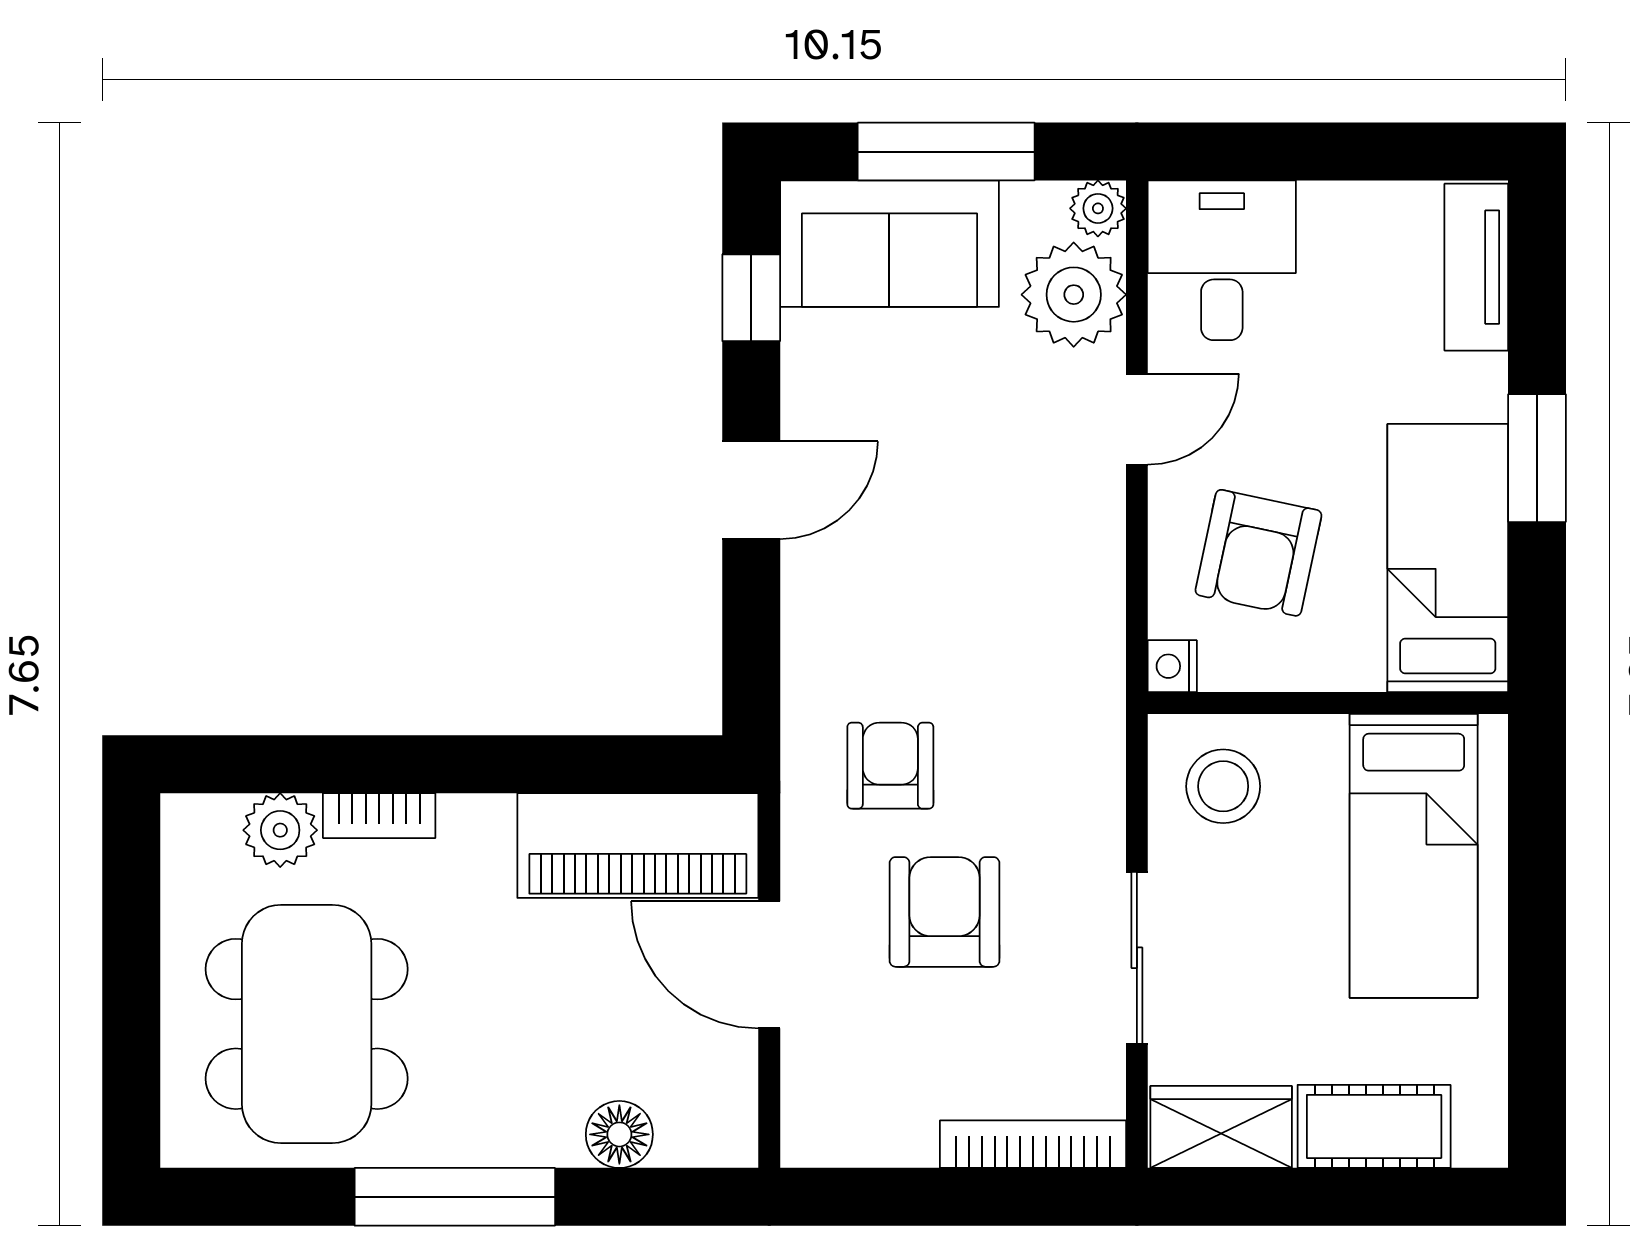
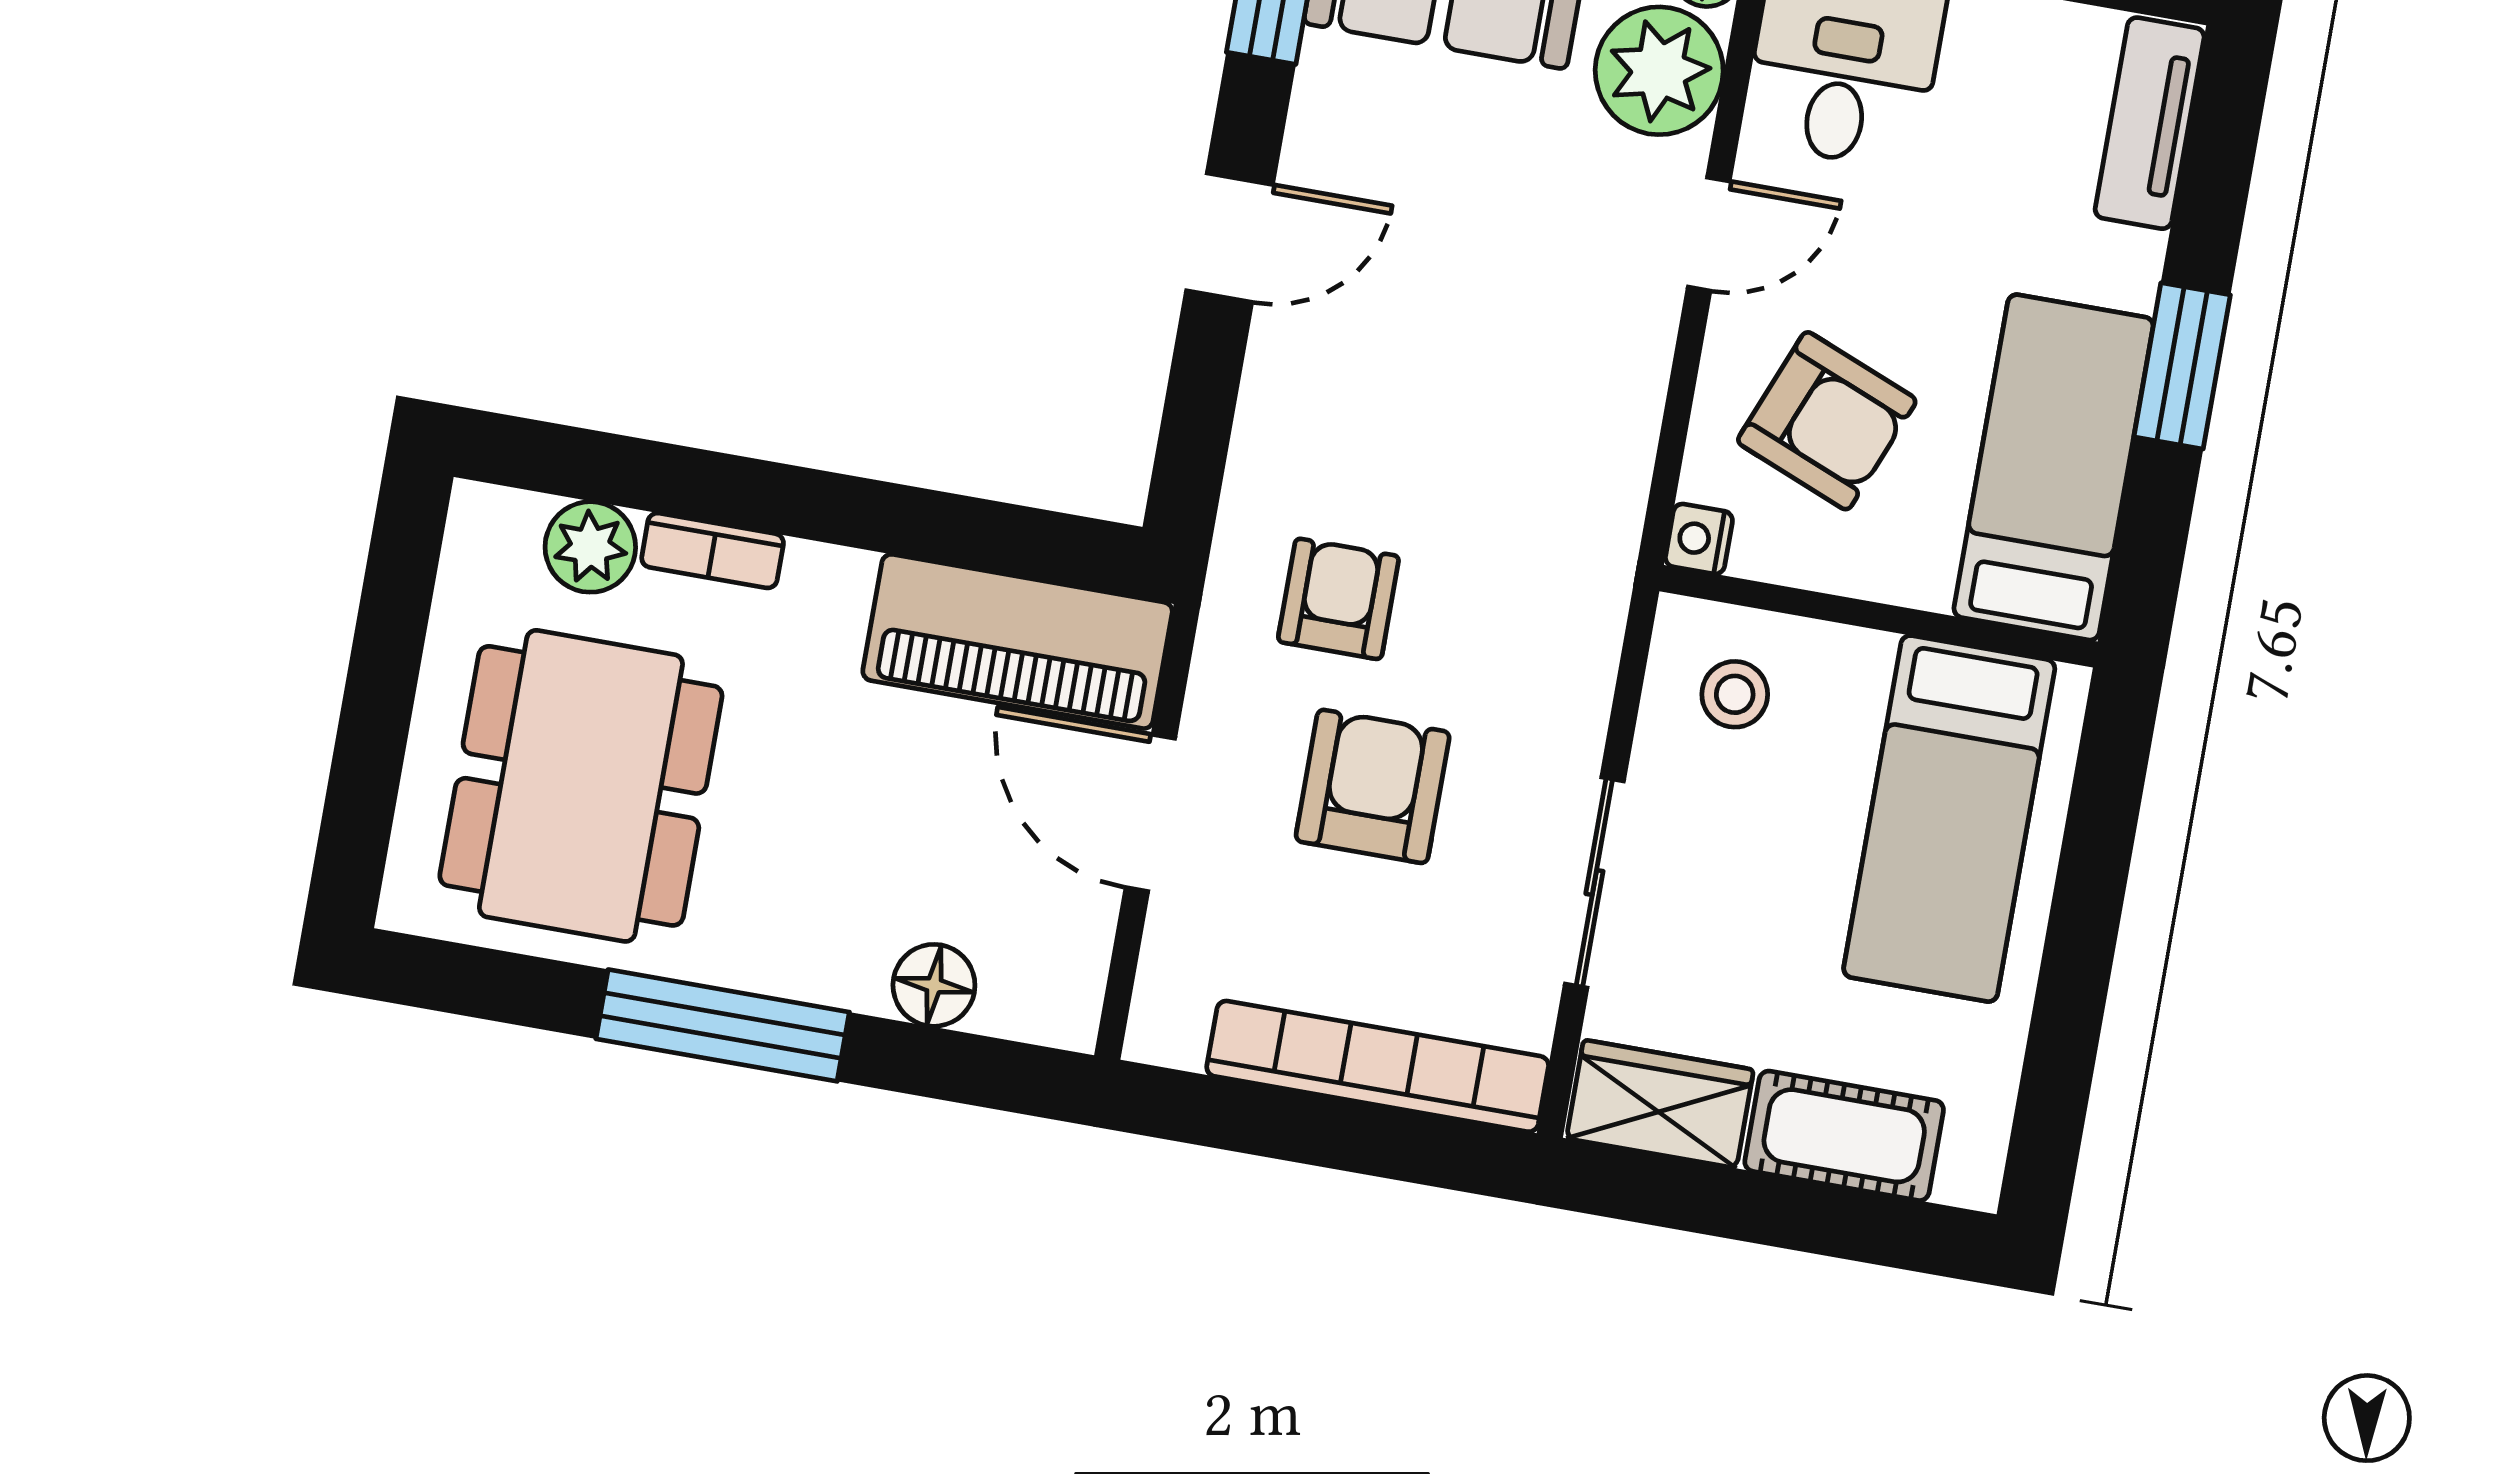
armchair: (1258, 553) -> (1827, 421), turned -80
stool: (1223, 786) -> (1735, 694), width x0.73, depth x0.73
bookcase: (1033, 1144) -> (1378, 1066), width x1.48, depth x1.31

